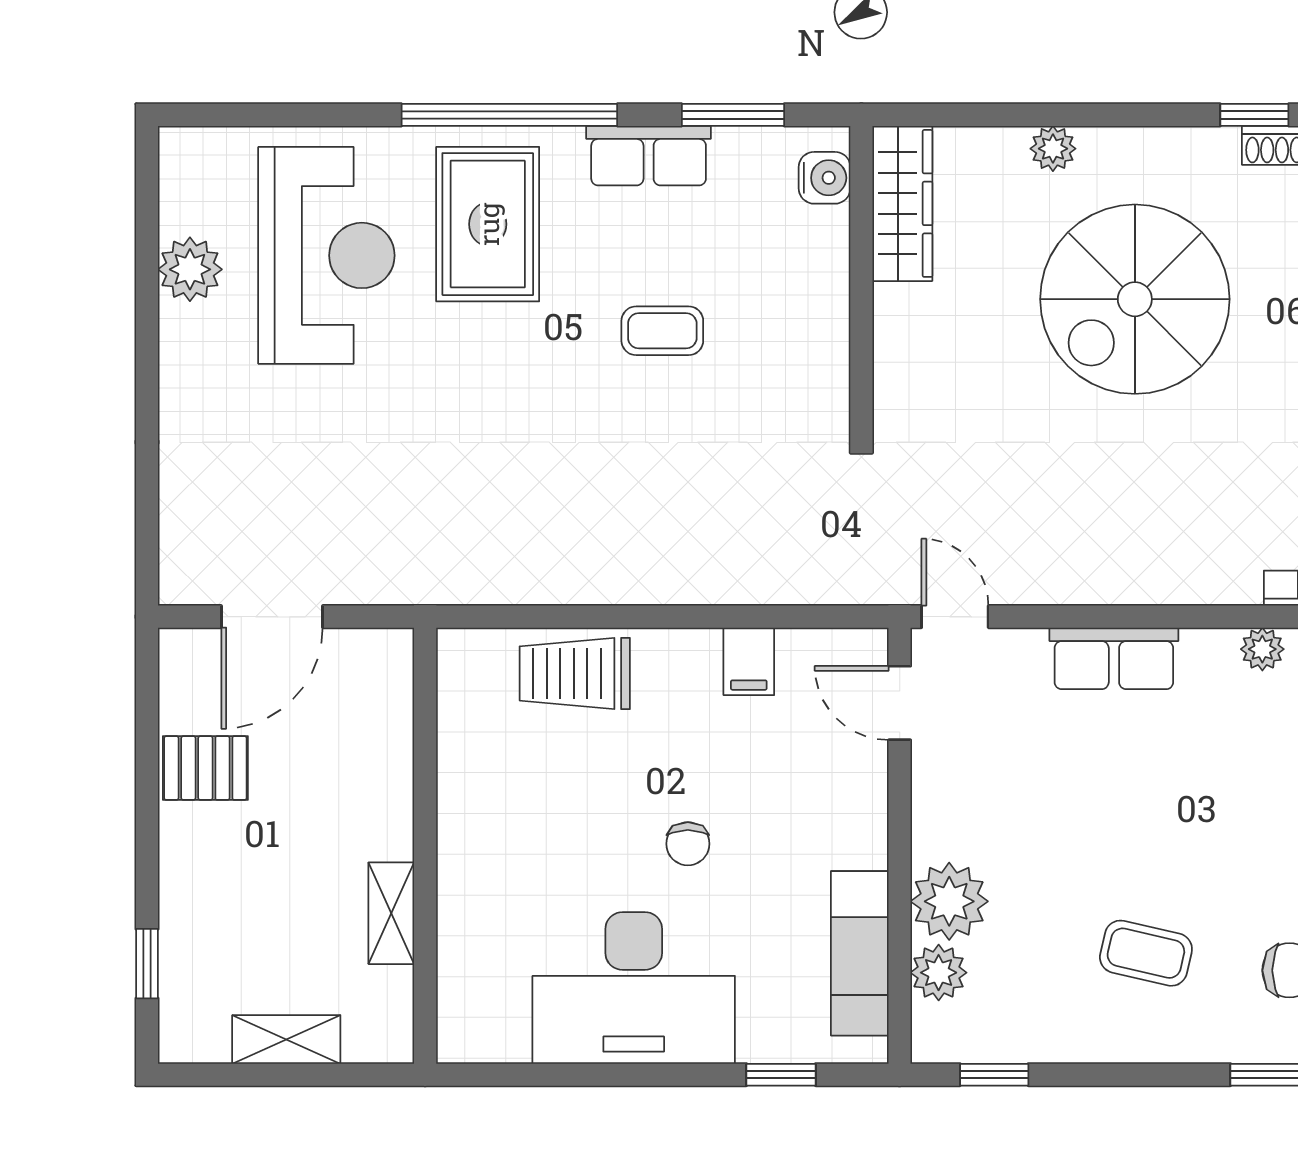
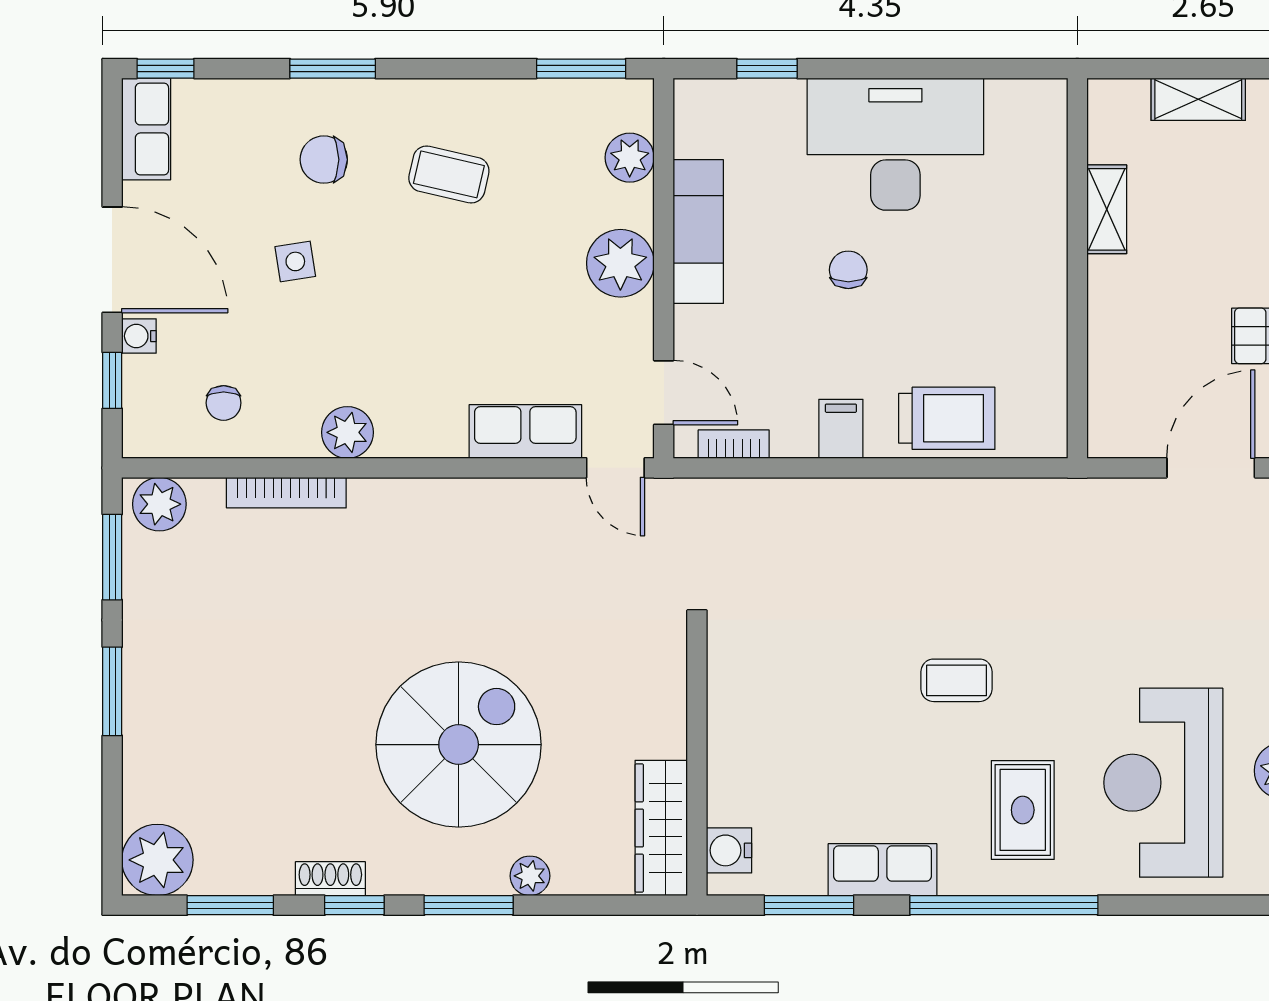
window: (1123, 115) -> (469, 905), added
rug: (488, 224) -> (1023, 810), width x0.73, depth x0.70
coffee table: (662, 331) -> (956, 680), moved
bookcase: (819, 644) -> (734, 444), added
plant: (1262, 649) -> (347, 432), width x1.38, depth x1.38
row of seats: (1114, 658) -> (525, 431), moved
filing cabinet: (749, 661) -> (841, 429), moved
plant: (949, 901) -> (620, 263), moved
exam couch: (860, 953) -> (698, 231), moved
window: (994, 1075) -> (581, 69), width x1.50

